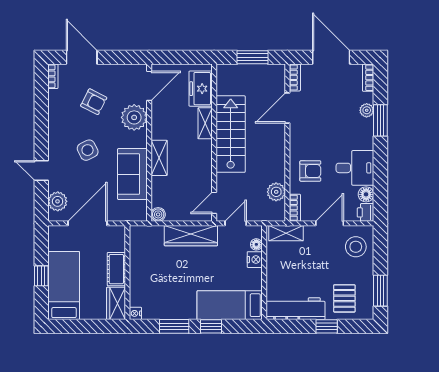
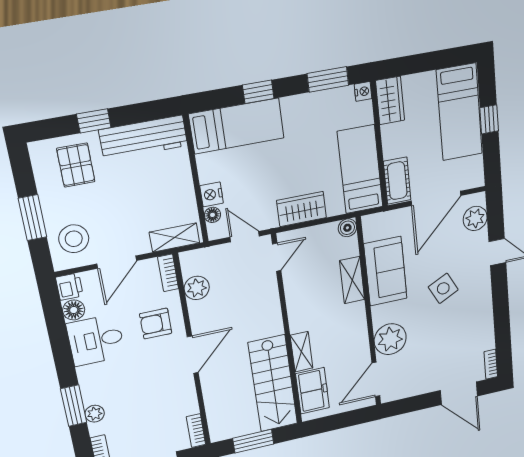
armchair: (94, 102) -> (441, 346), removed
door: (287, 108) -> (193, 355), moved
stairs: (231, 134) -> (273, 383), moved
shelving: (159, 158) -> (352, 280), moved
door: (236, 223) -> (245, 237), swing flipped
wardrobe: (191, 236) -> (302, 209), width x0.67
bed: (144, 257) -> (360, 169), added
cot: (116, 269) -> (397, 181), moved
window: (380, 291) -> (32, 218), moved
window: (174, 326) -> (328, 79), moved

